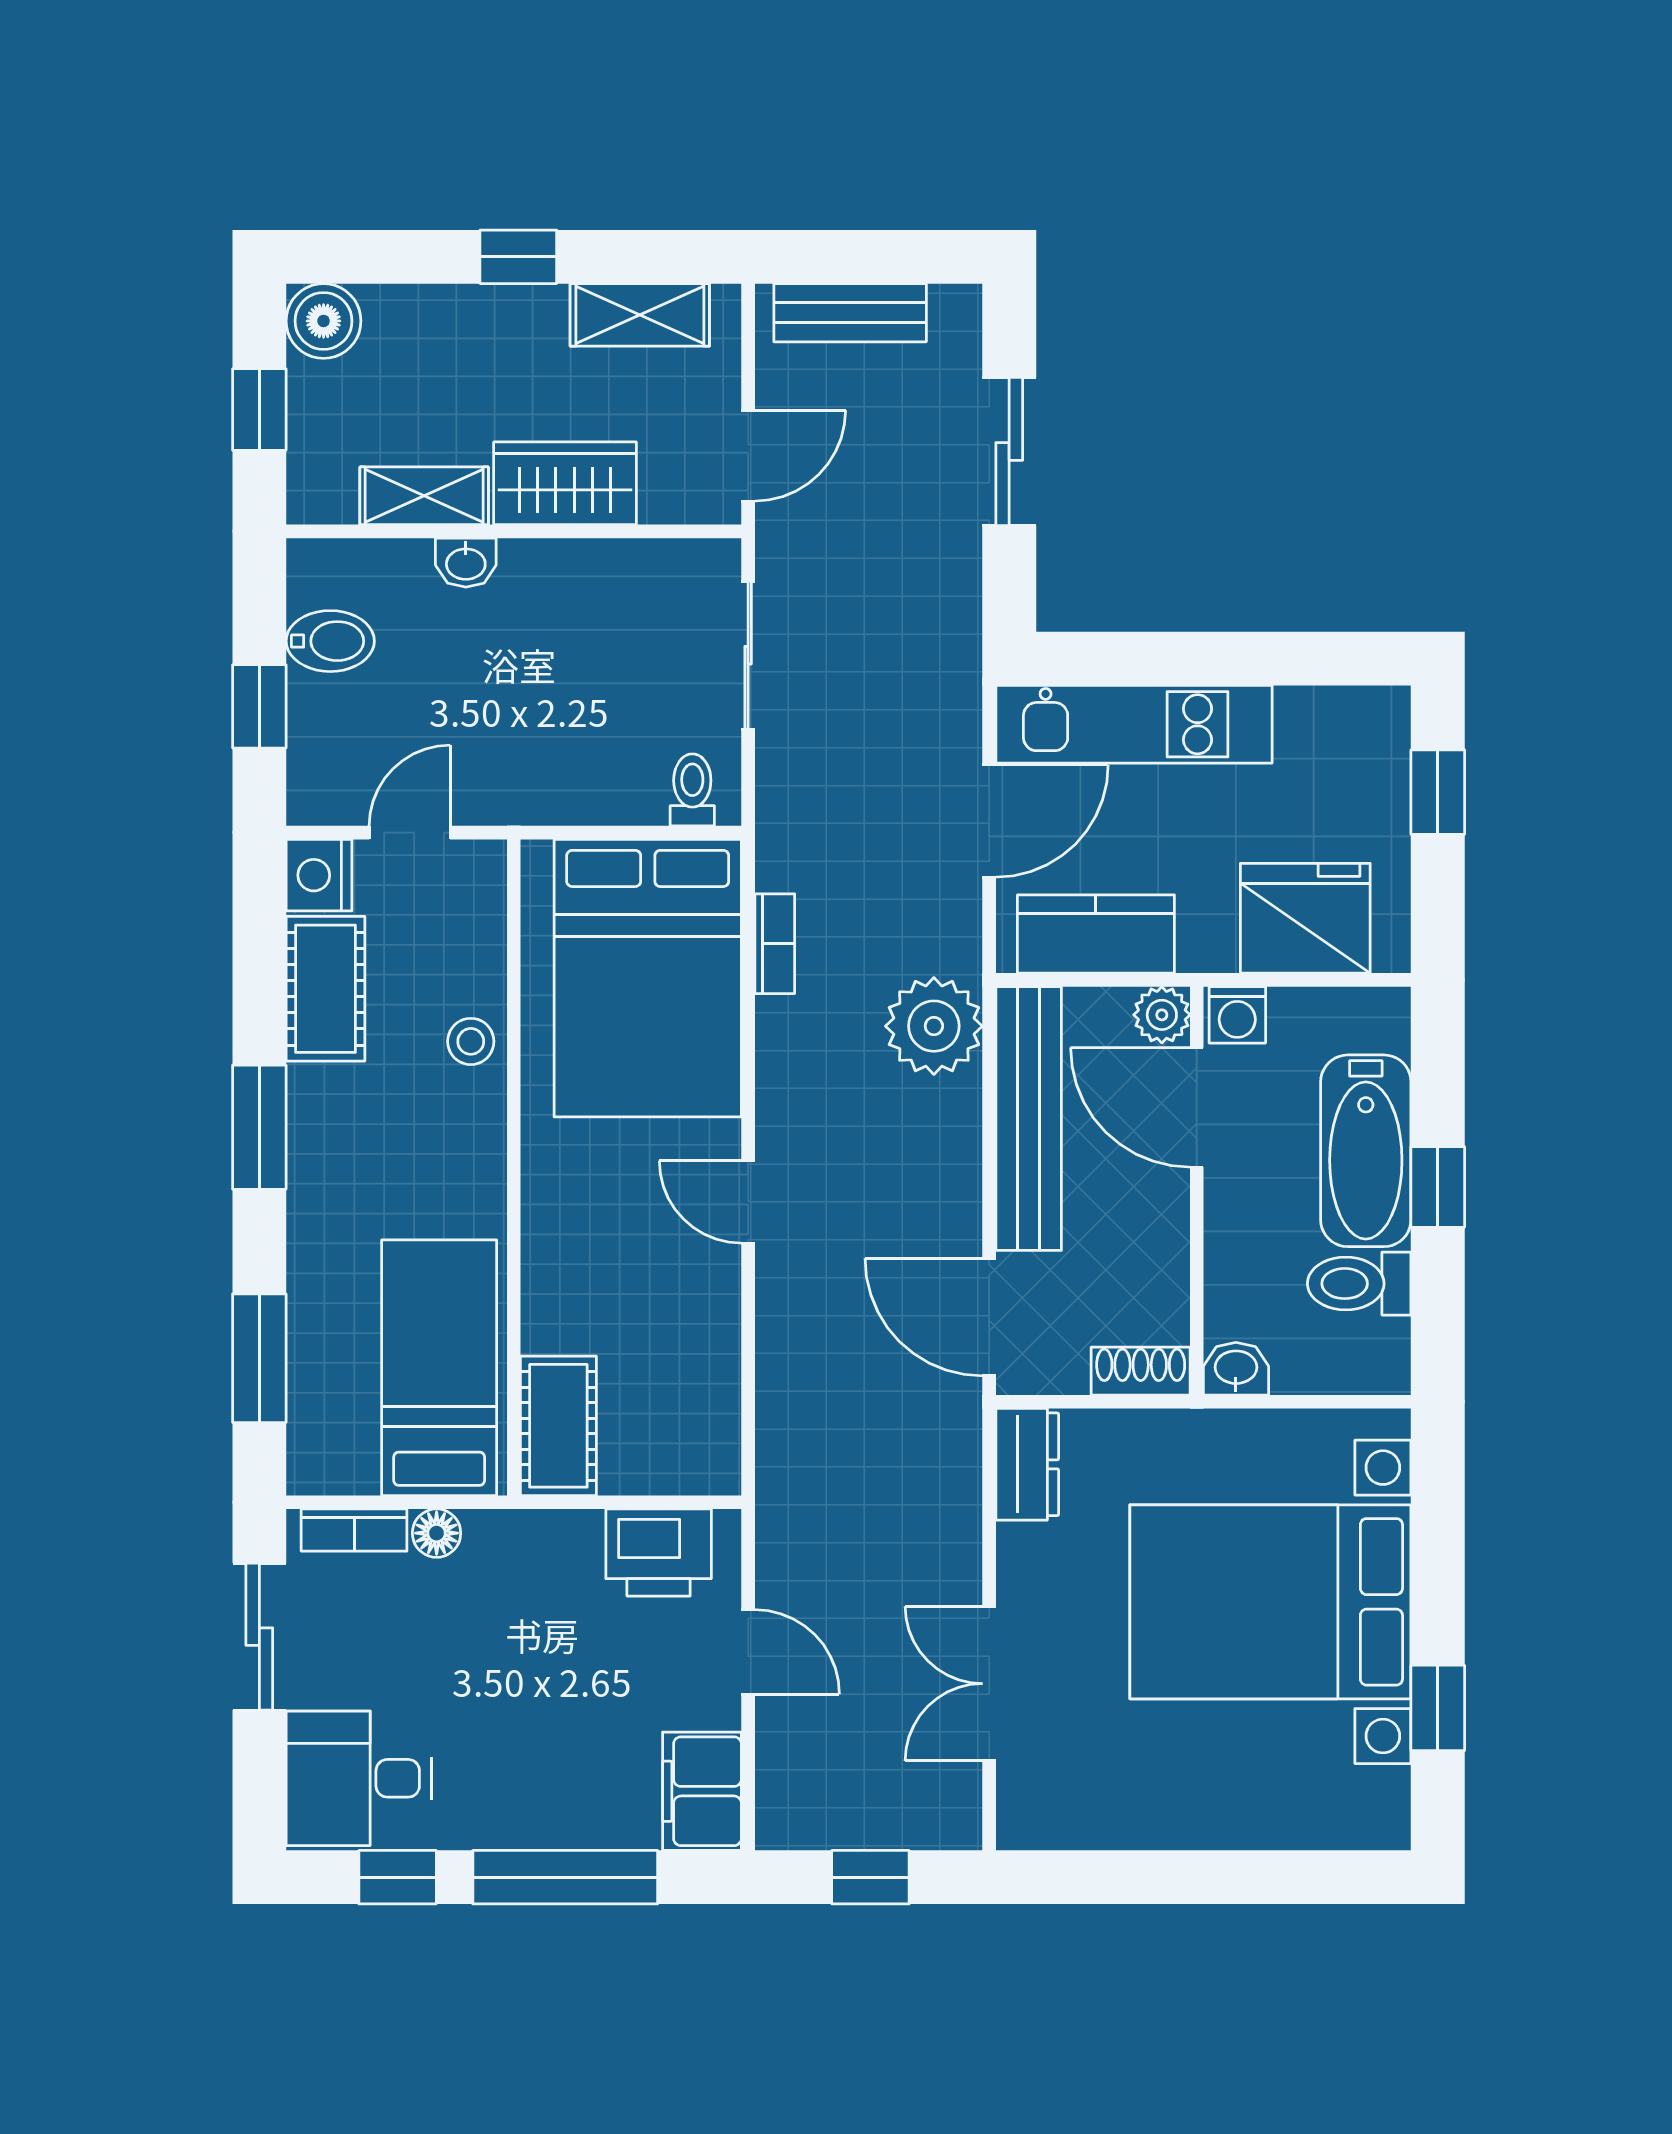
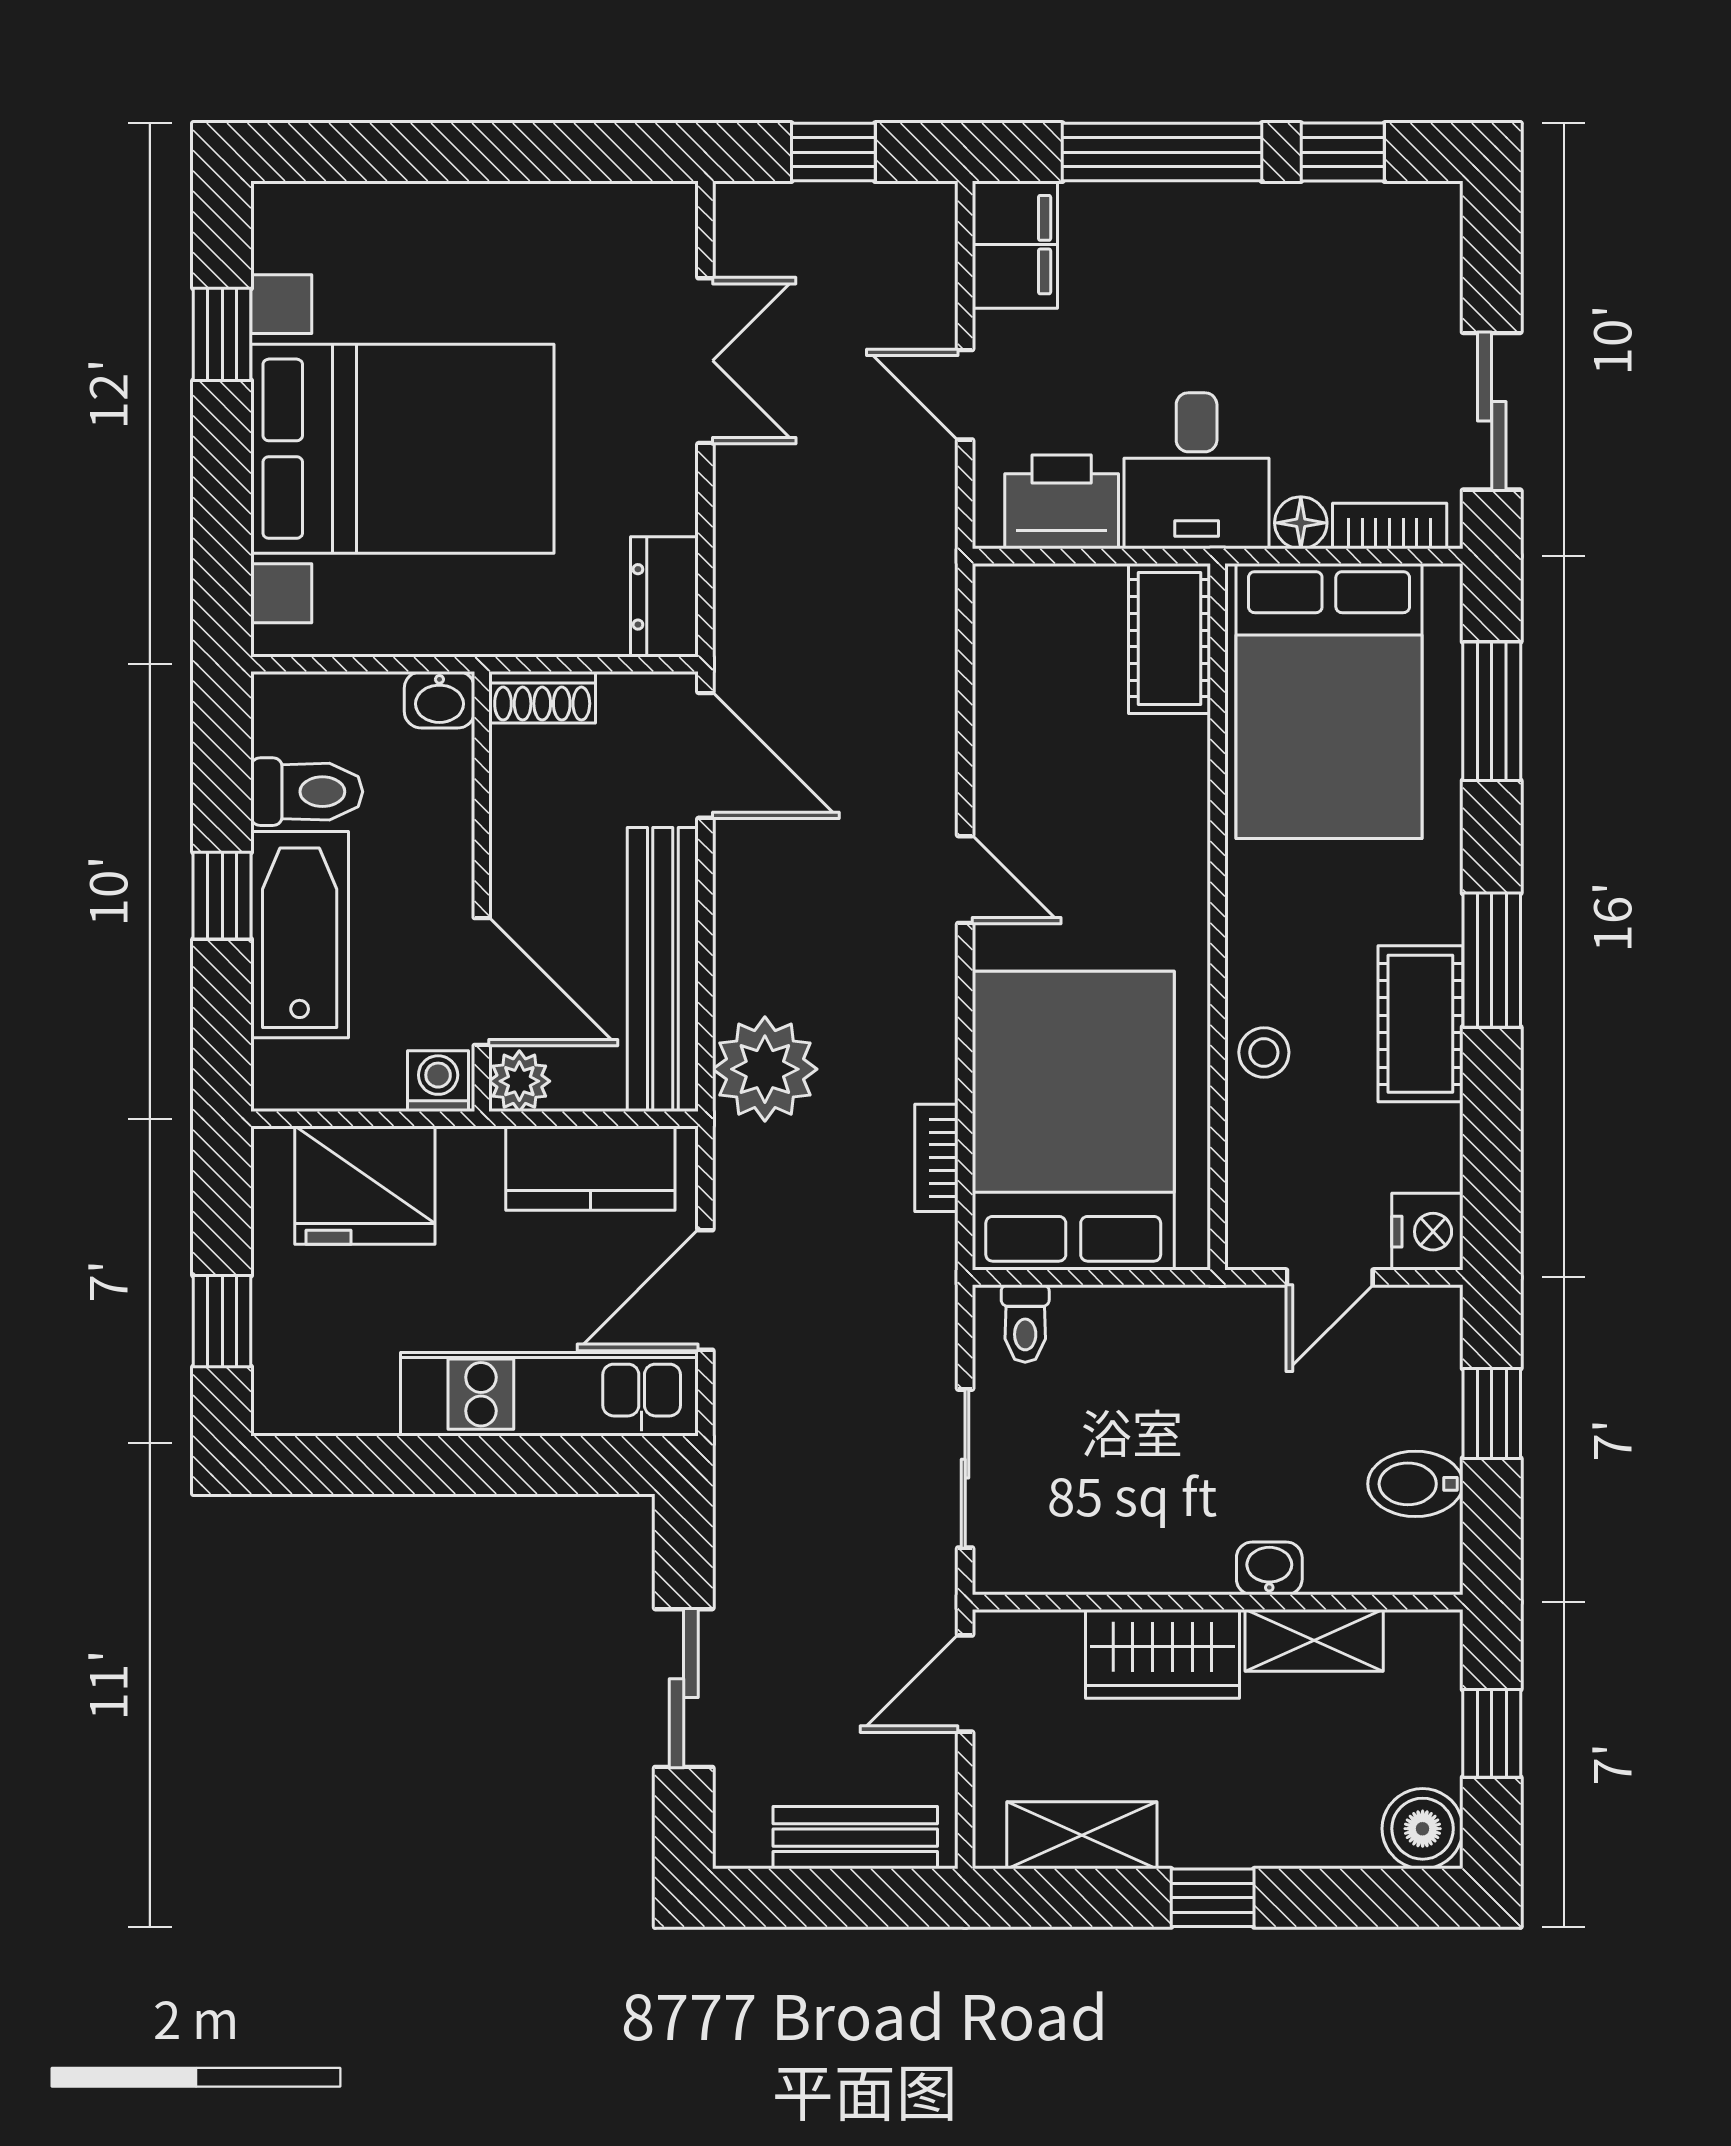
cot: (325, 989) -> (1420, 1024), moved
bed: (439, 1368) -> (1329, 701), width x1.50
desk: (359, 1778) -> (1197, 471), moved, turned 90

